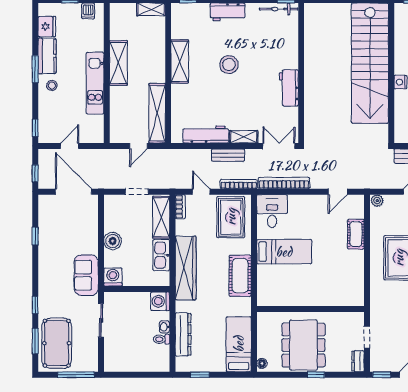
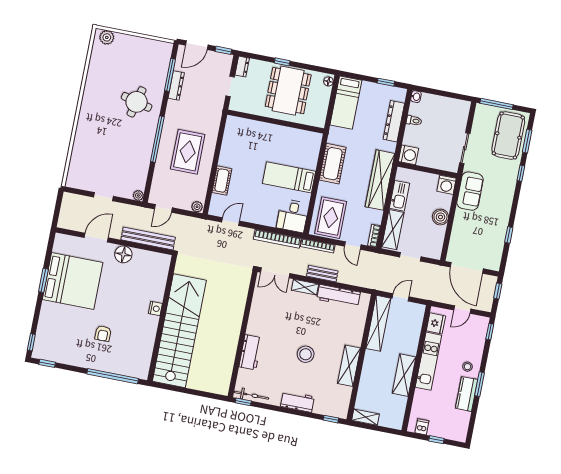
fridge: (47, 27) -> (436, 323), moved, turned 180
workbench: (289, 88) -> (250, 352), moved
washbasin: (164, 327) -> (416, 97), moved

